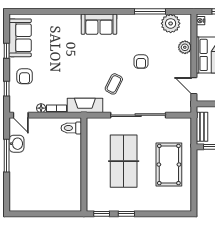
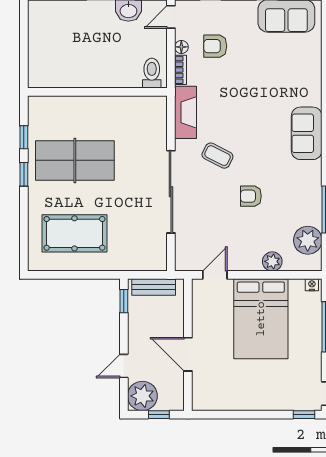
armchair: (25, 76) -> (215, 46), moved
toilet: (71, 128) -> (152, 73), moved
table tennis table: (124, 161) -> (75, 160), moved
wall: (84, 164) -> (97, 92), moved
pool table: (169, 165) -> (74, 233), moved

